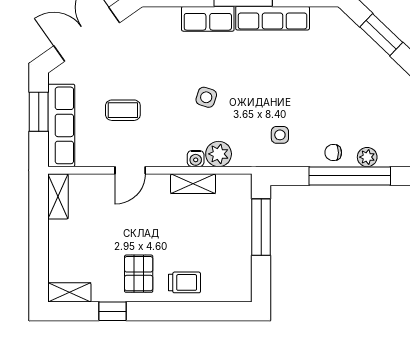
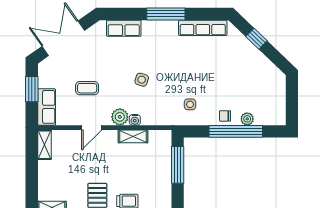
row of seats: (273, 18) -> (203, 28), moved
row of seats: (208, 19) -> (124, 28), moved
window: (381, 35) -> (256, 39), width x0.67
row of seats: (61, 125) -> (47, 107), width x0.68
plant: (219, 154) -> (120, 117), moved

